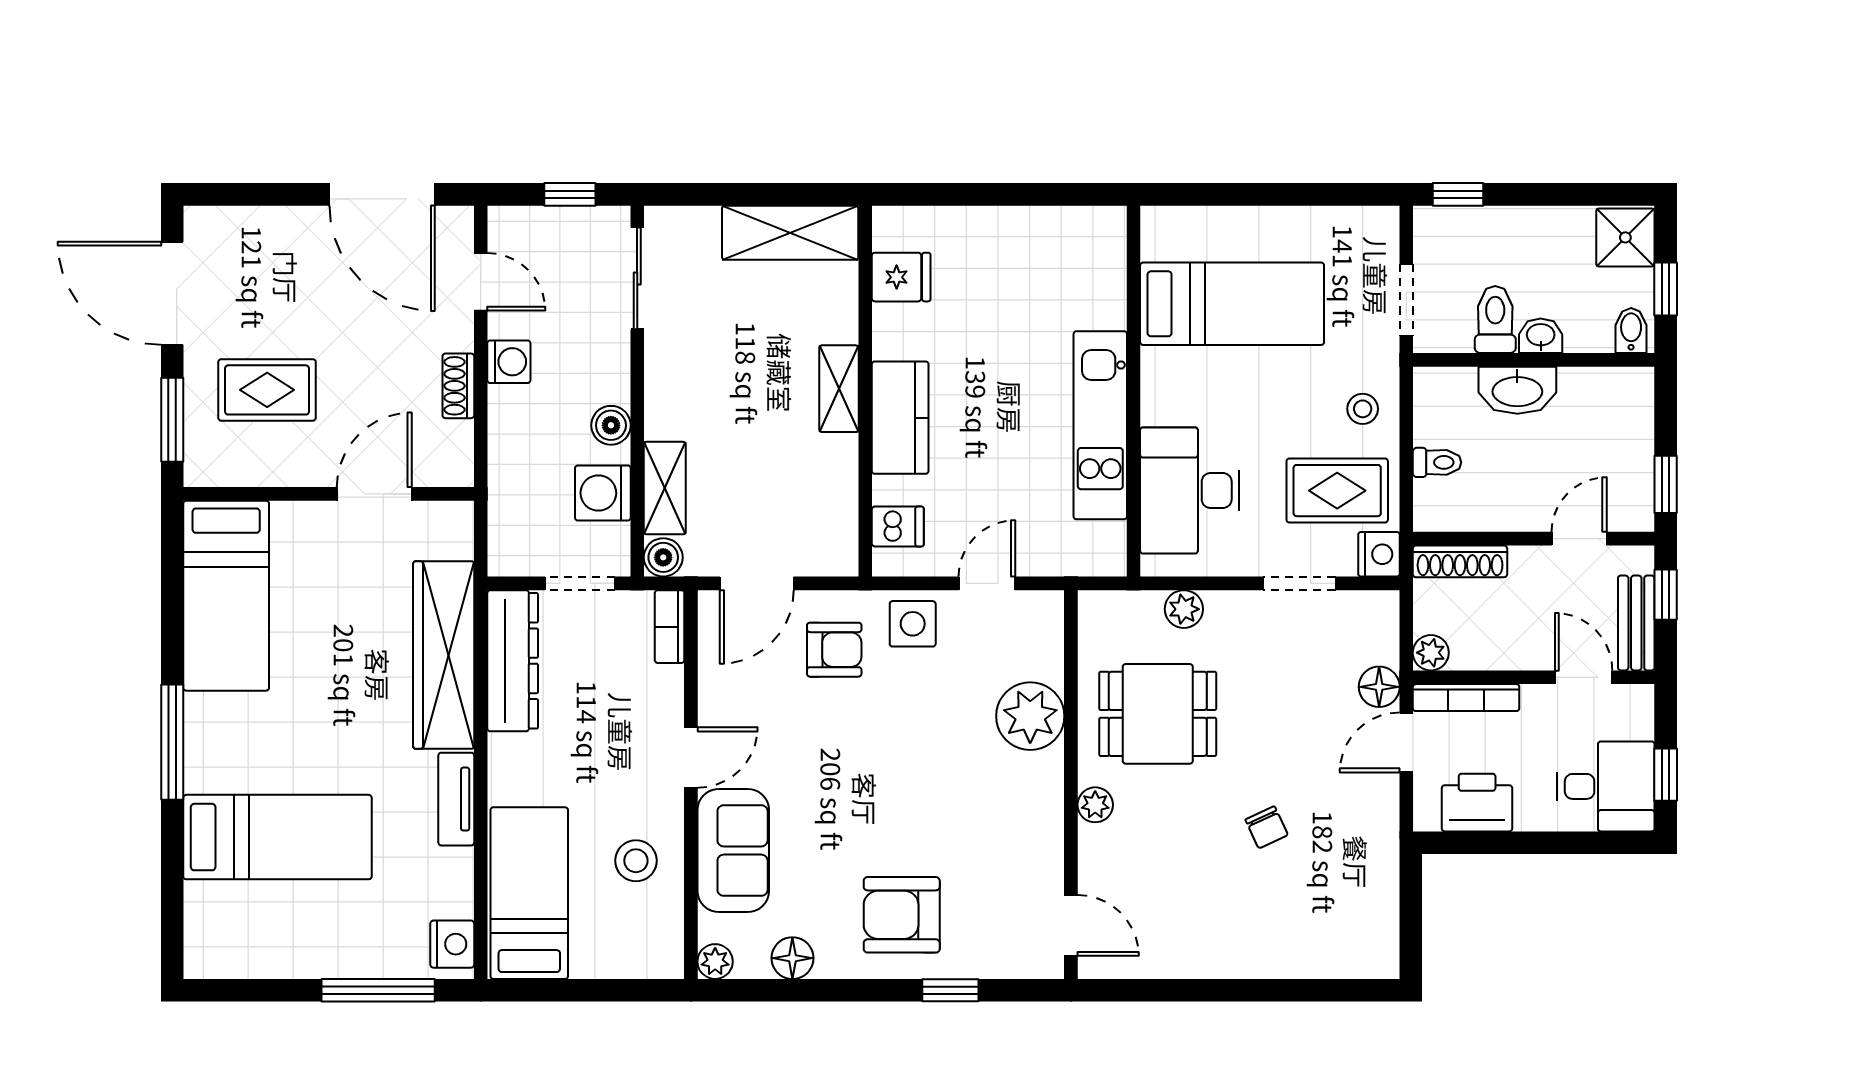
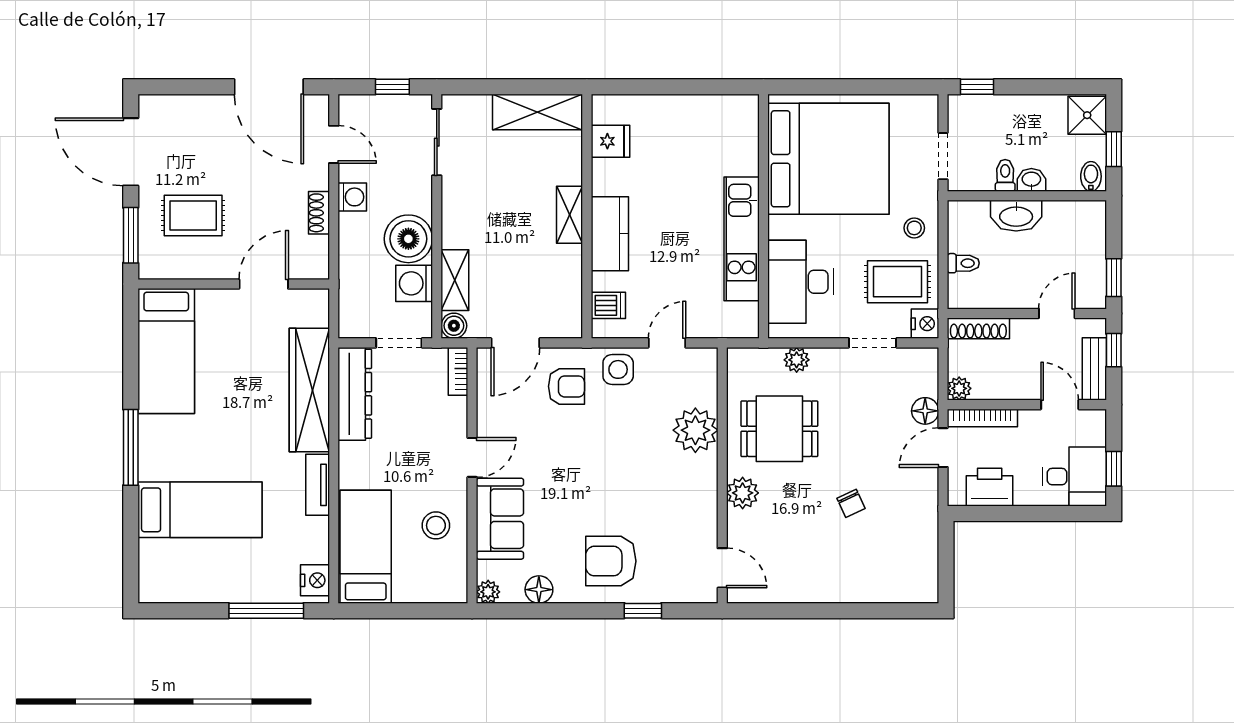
bed: (1232, 304) -> (828, 159), width x2.04
toilet: (1495, 320) -> (1005, 175), width x0.73, depth x0.72
boiler: (611, 425) -> (408, 239), width x1.86, depth x1.86
plant: (1095, 805) -> (743, 493), width x1.38, depth x1.38

